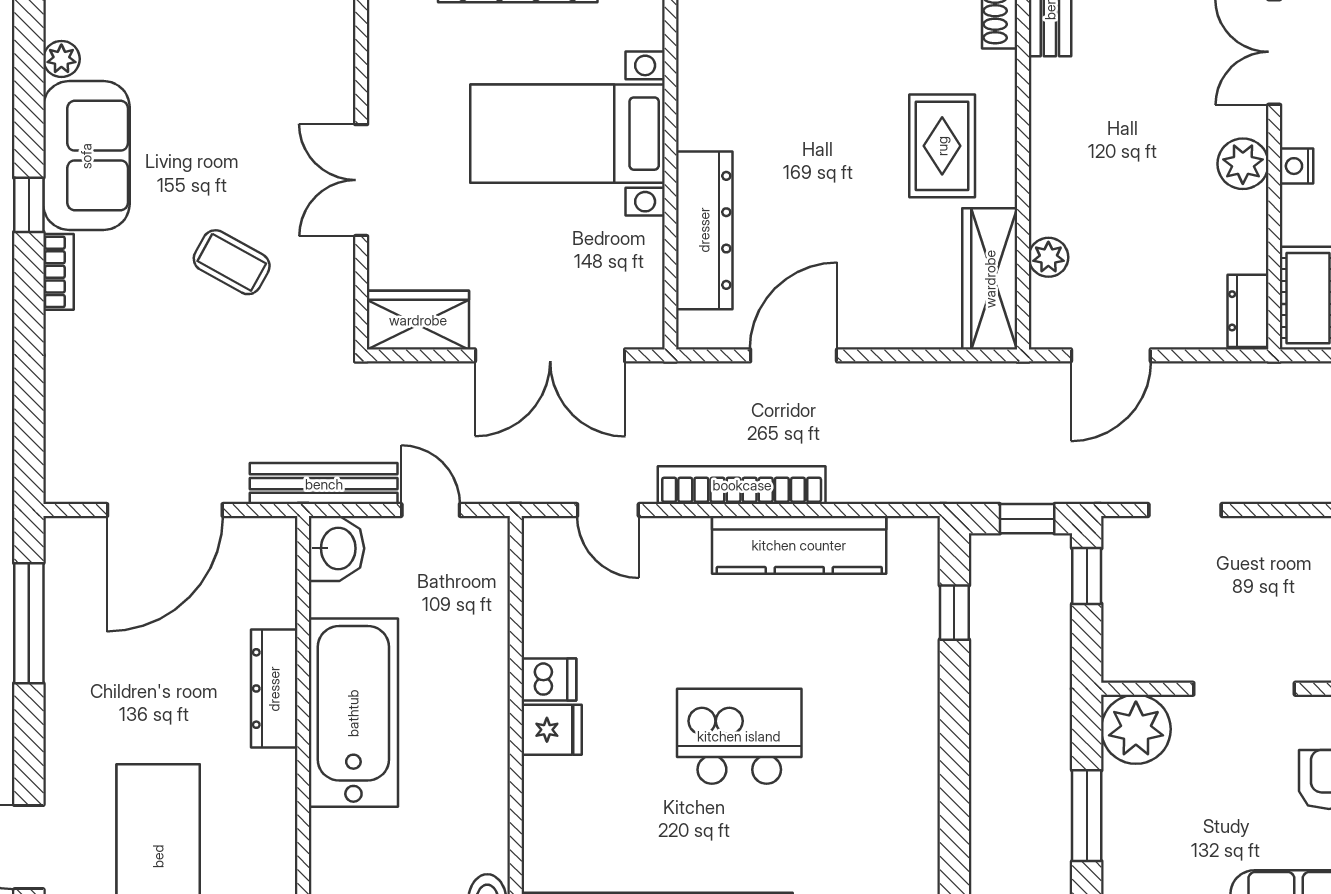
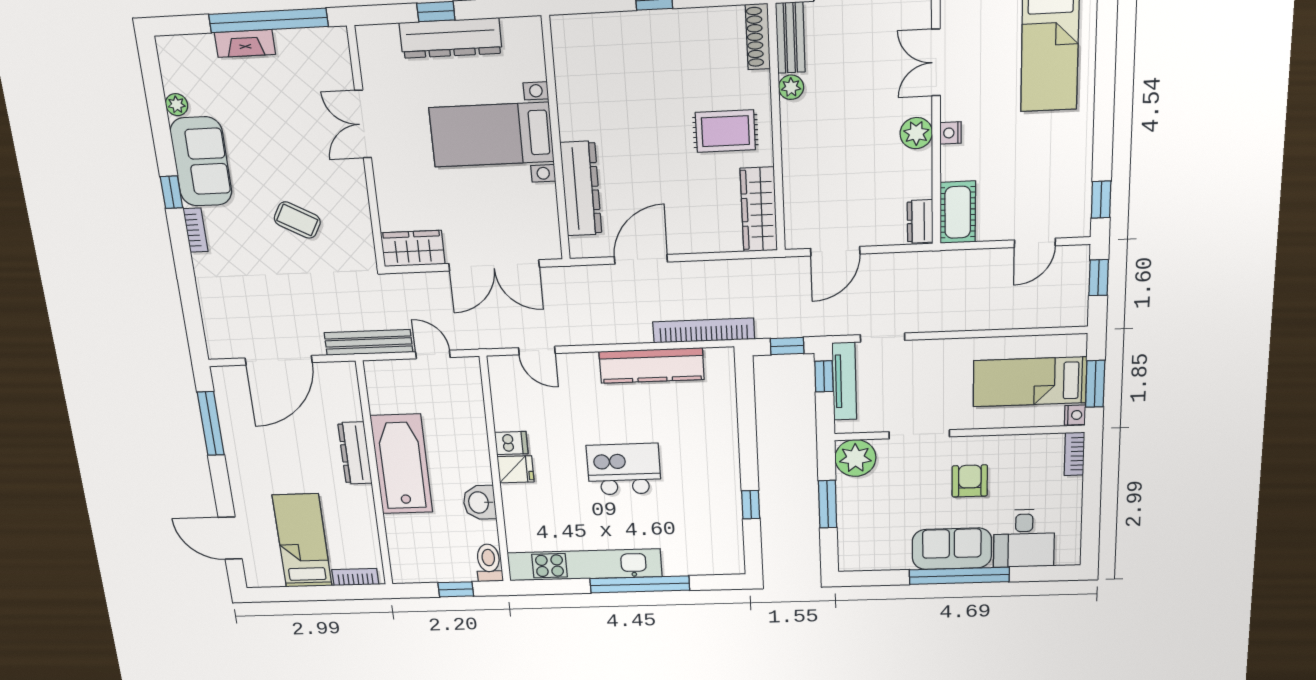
rug: (942, 146) -> (725, 131), turned 90
double door: (361, 180) -> (363, 124), moved
plant: (1048, 257) -> (791, 87), moved
bookcase: (742, 485) -> (704, 330), moved
washbasin: (337, 548) -> (479, 502), moved, turned 180
tv unit: (1120, 586) -> (844, 381), added
window: (954, 613) -> (751, 505), moved

